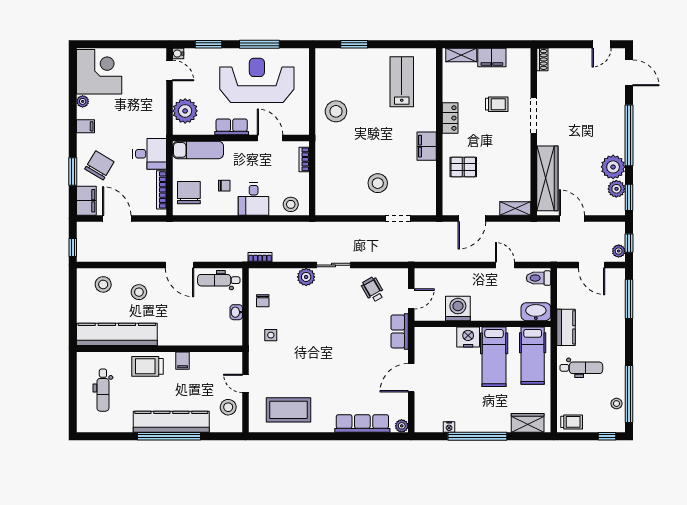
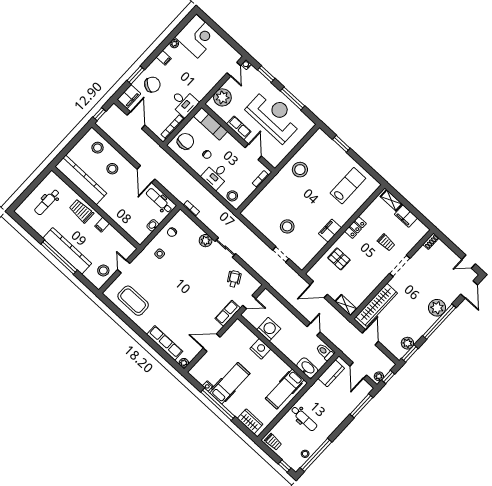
plant: (613, 167) -> (437, 308), moved
kitchen counter: (566, 327) -> (331, 373), moved
hospital bed: (494, 357) -> (230, 383), moved, turned 180

